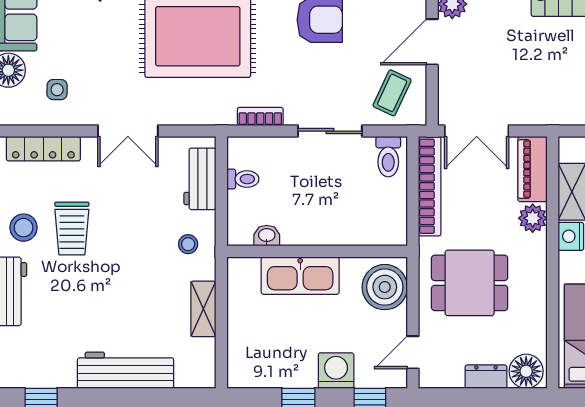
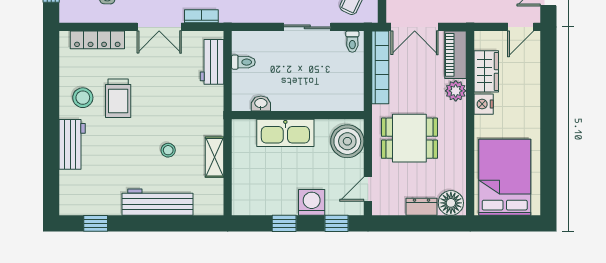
bookcase: (260, 116) -> (201, 16), moved
toilet: (388, 157) -> (352, 42), width x0.73, depth x0.72
stool: (188, 244) -> (168, 150), moved

